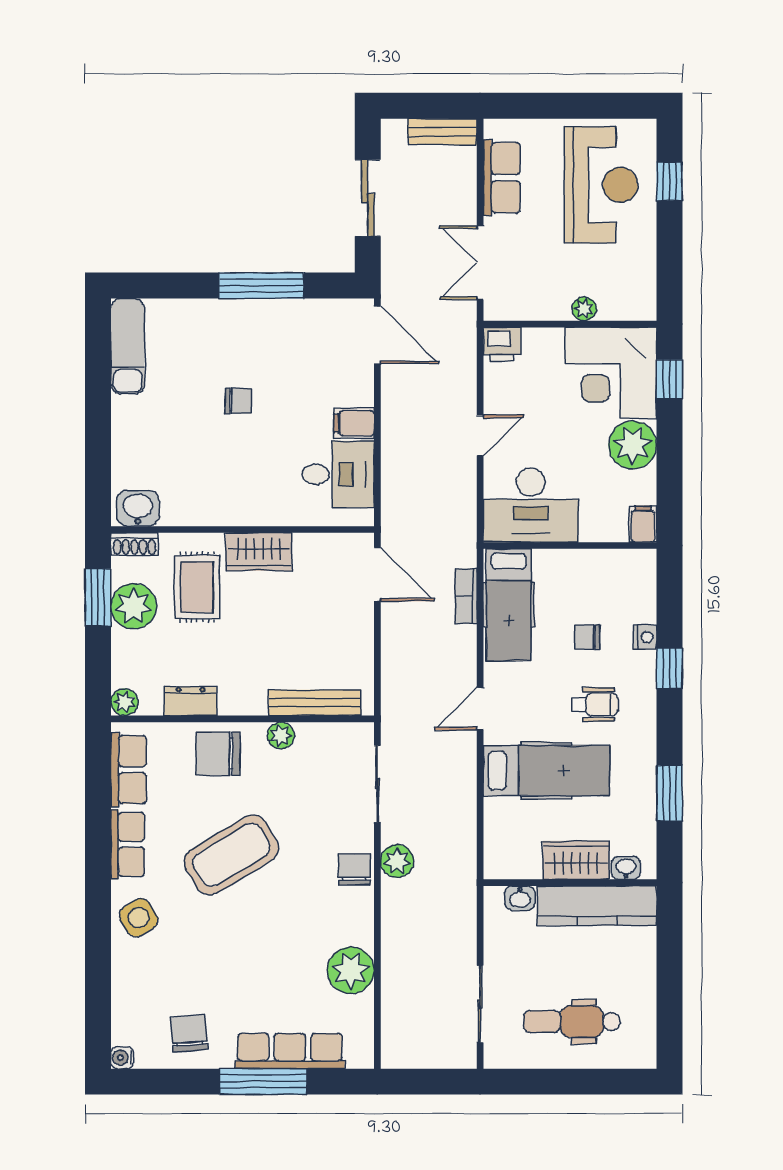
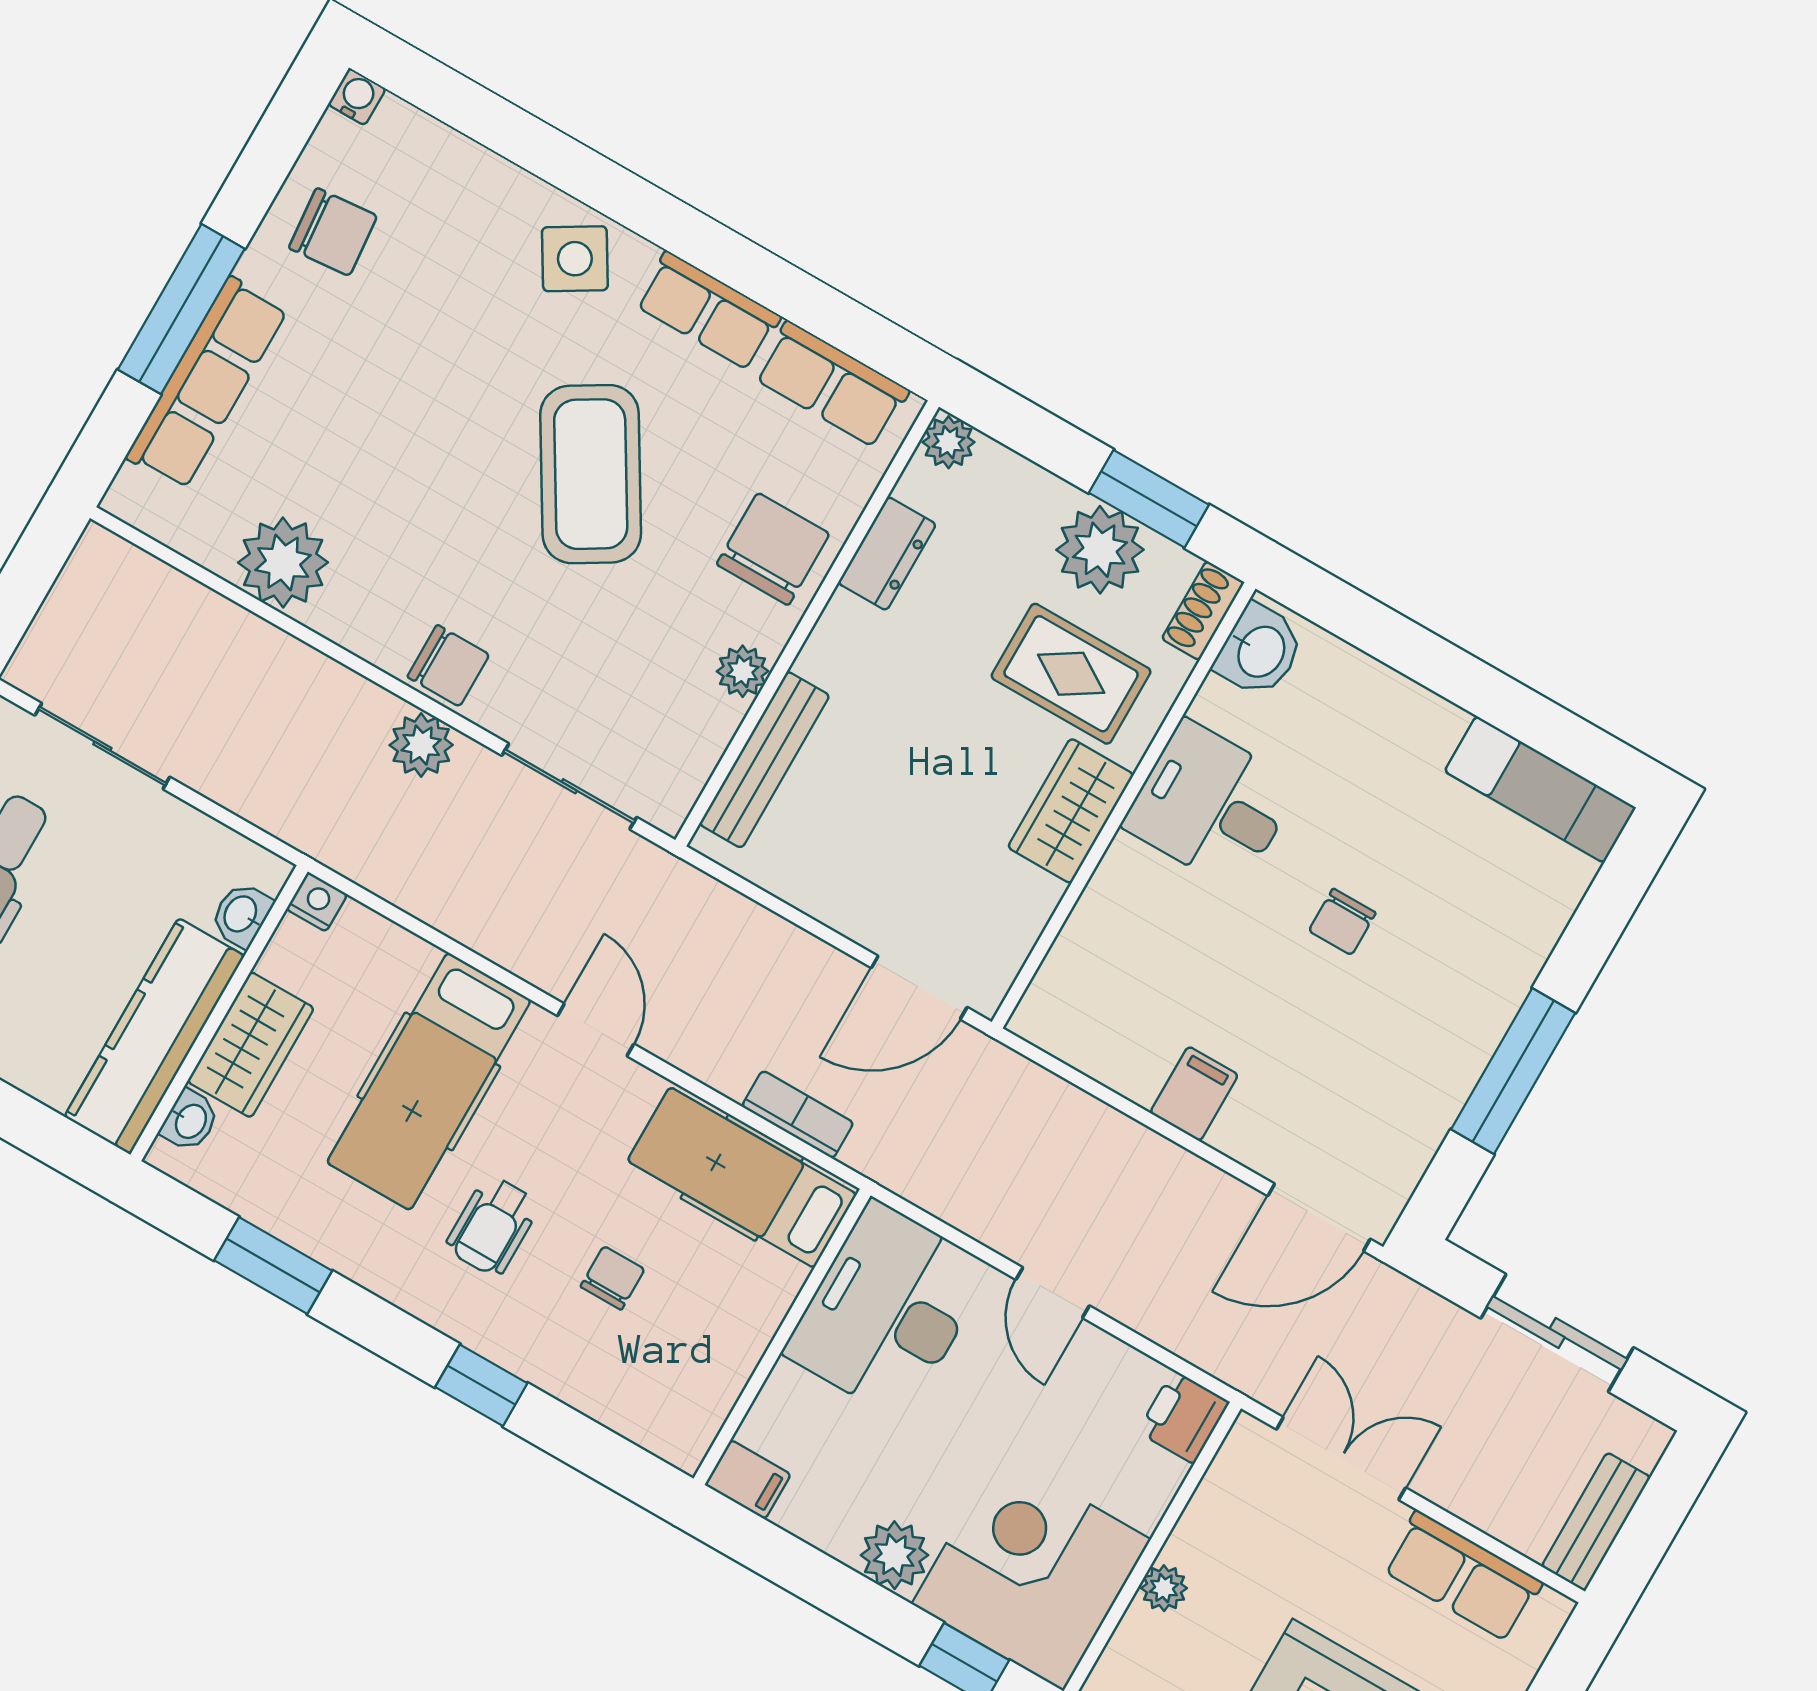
plant: (633, 445) -> (894, 1555), width x0.73, depth x0.73
desk: (338, 474) -> (1211, 805), moved, turned 90
nightstand: (645, 637) -> (317, 902), moved, turned 180

